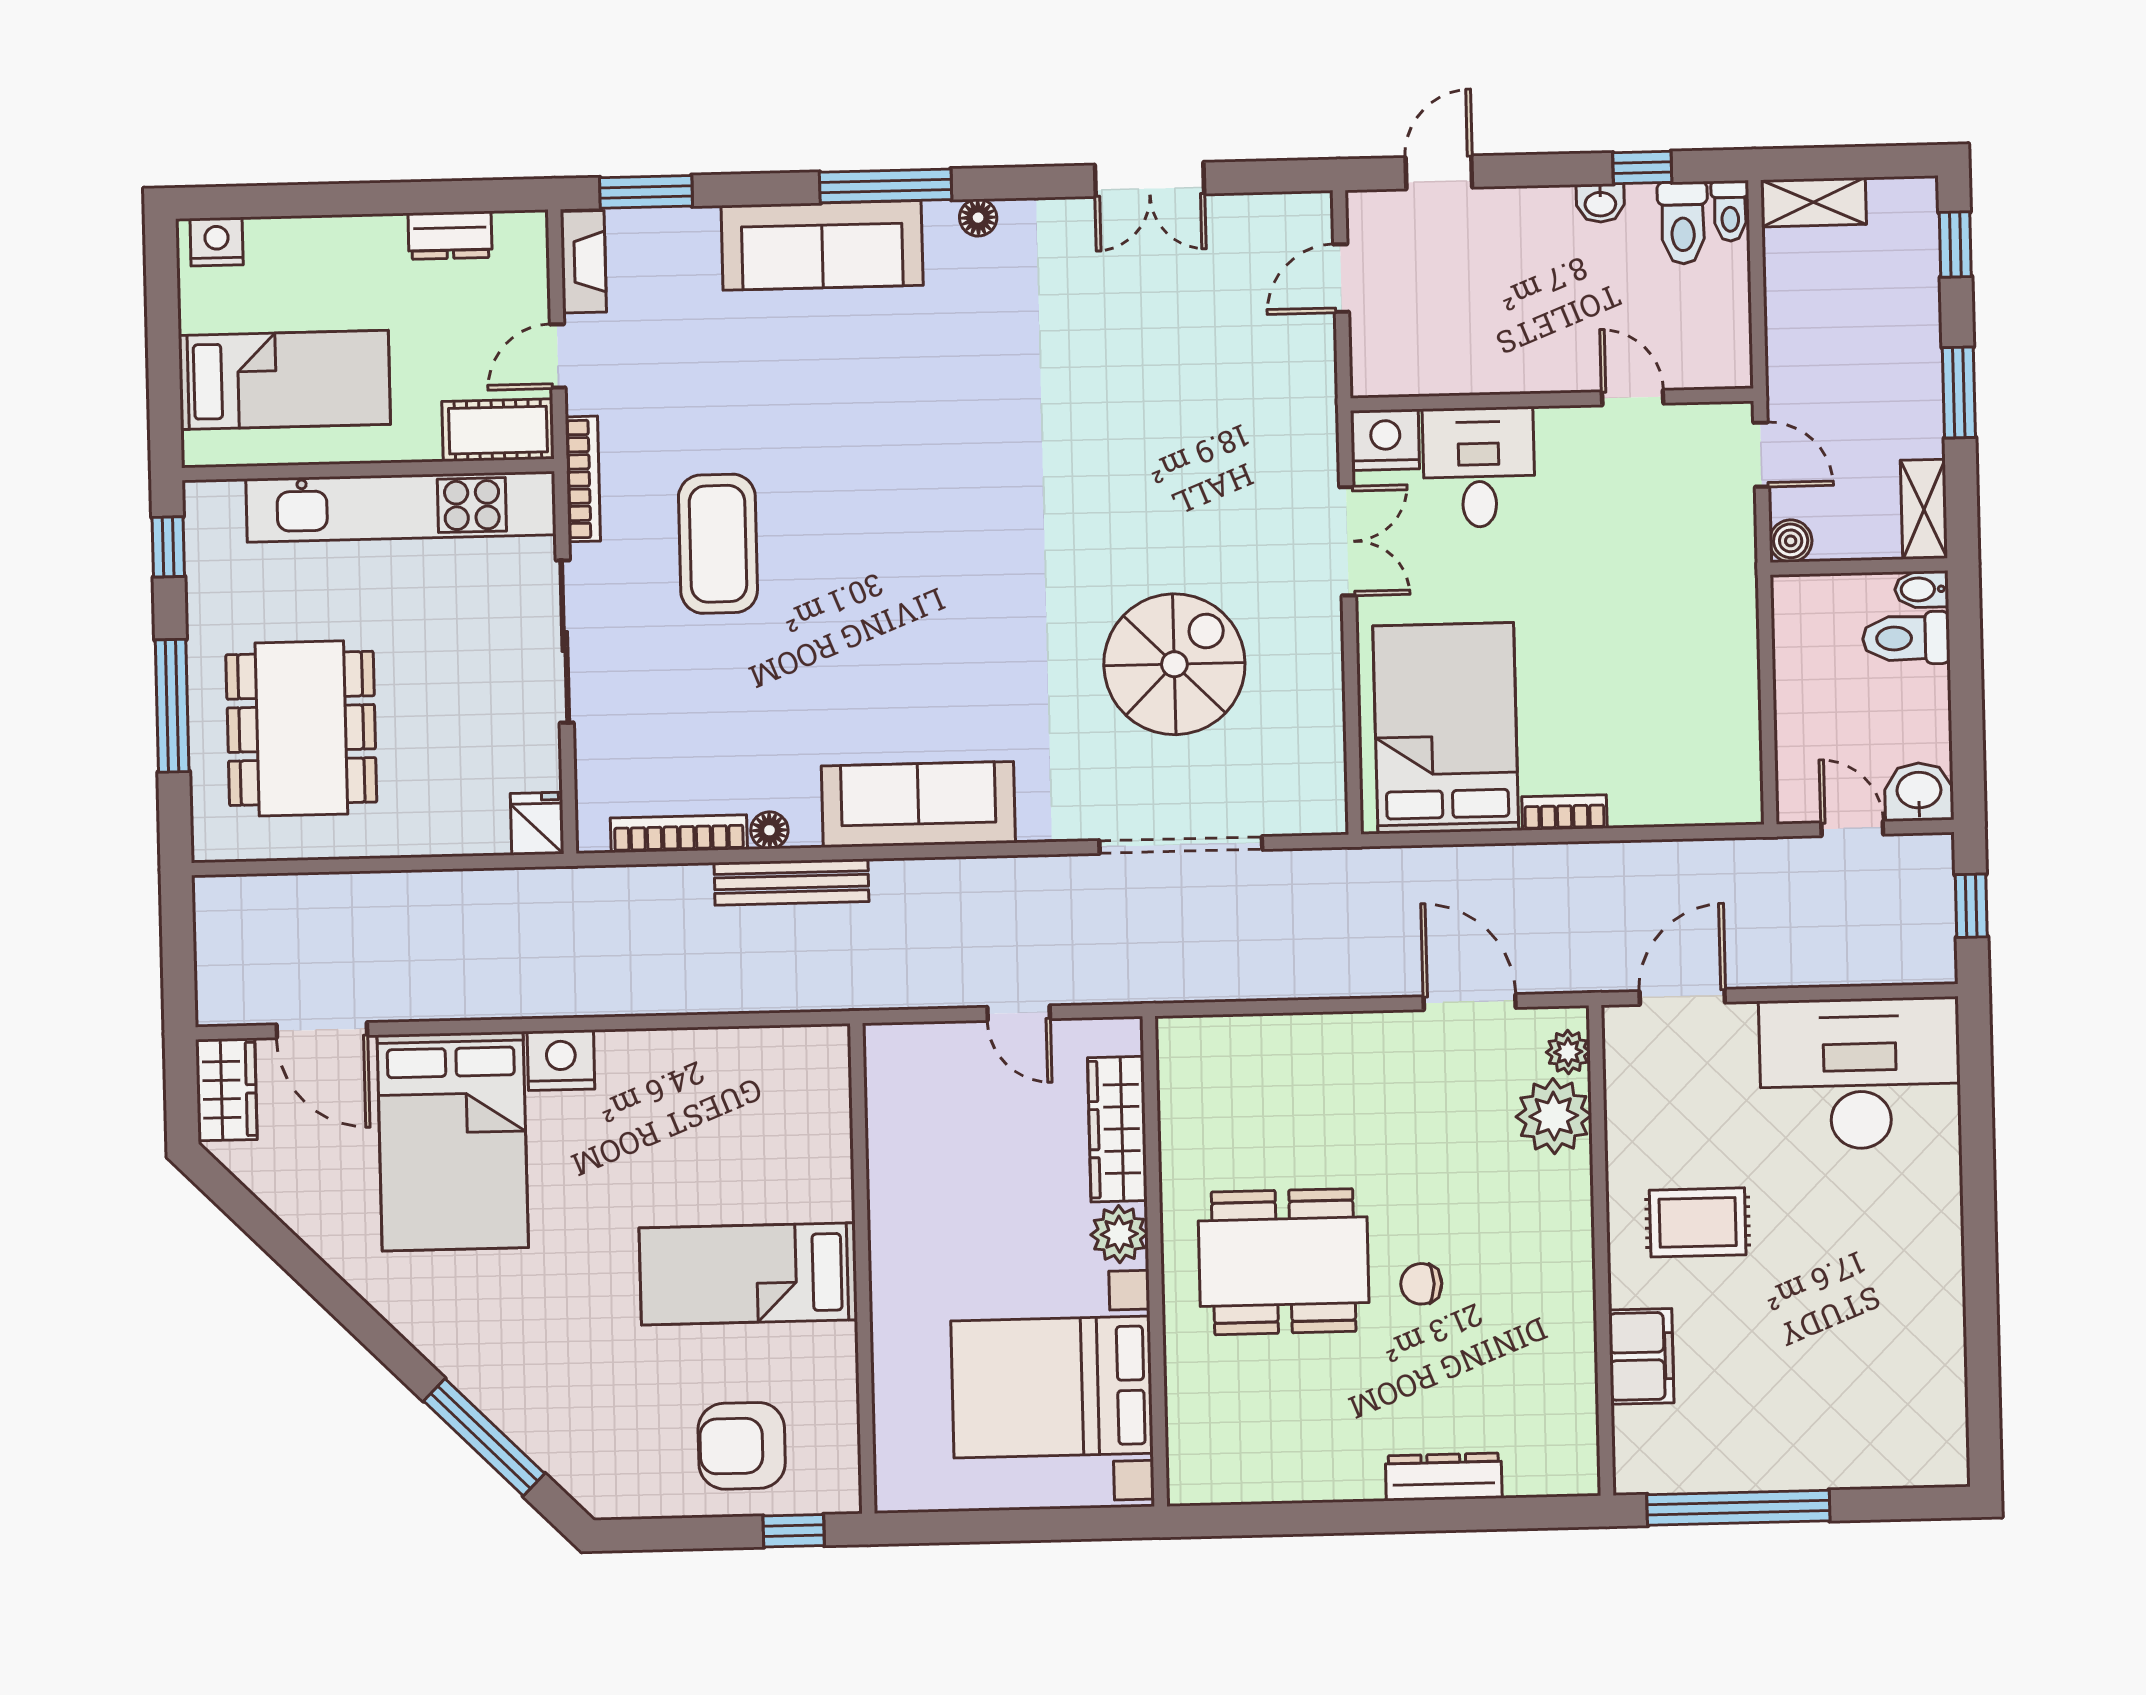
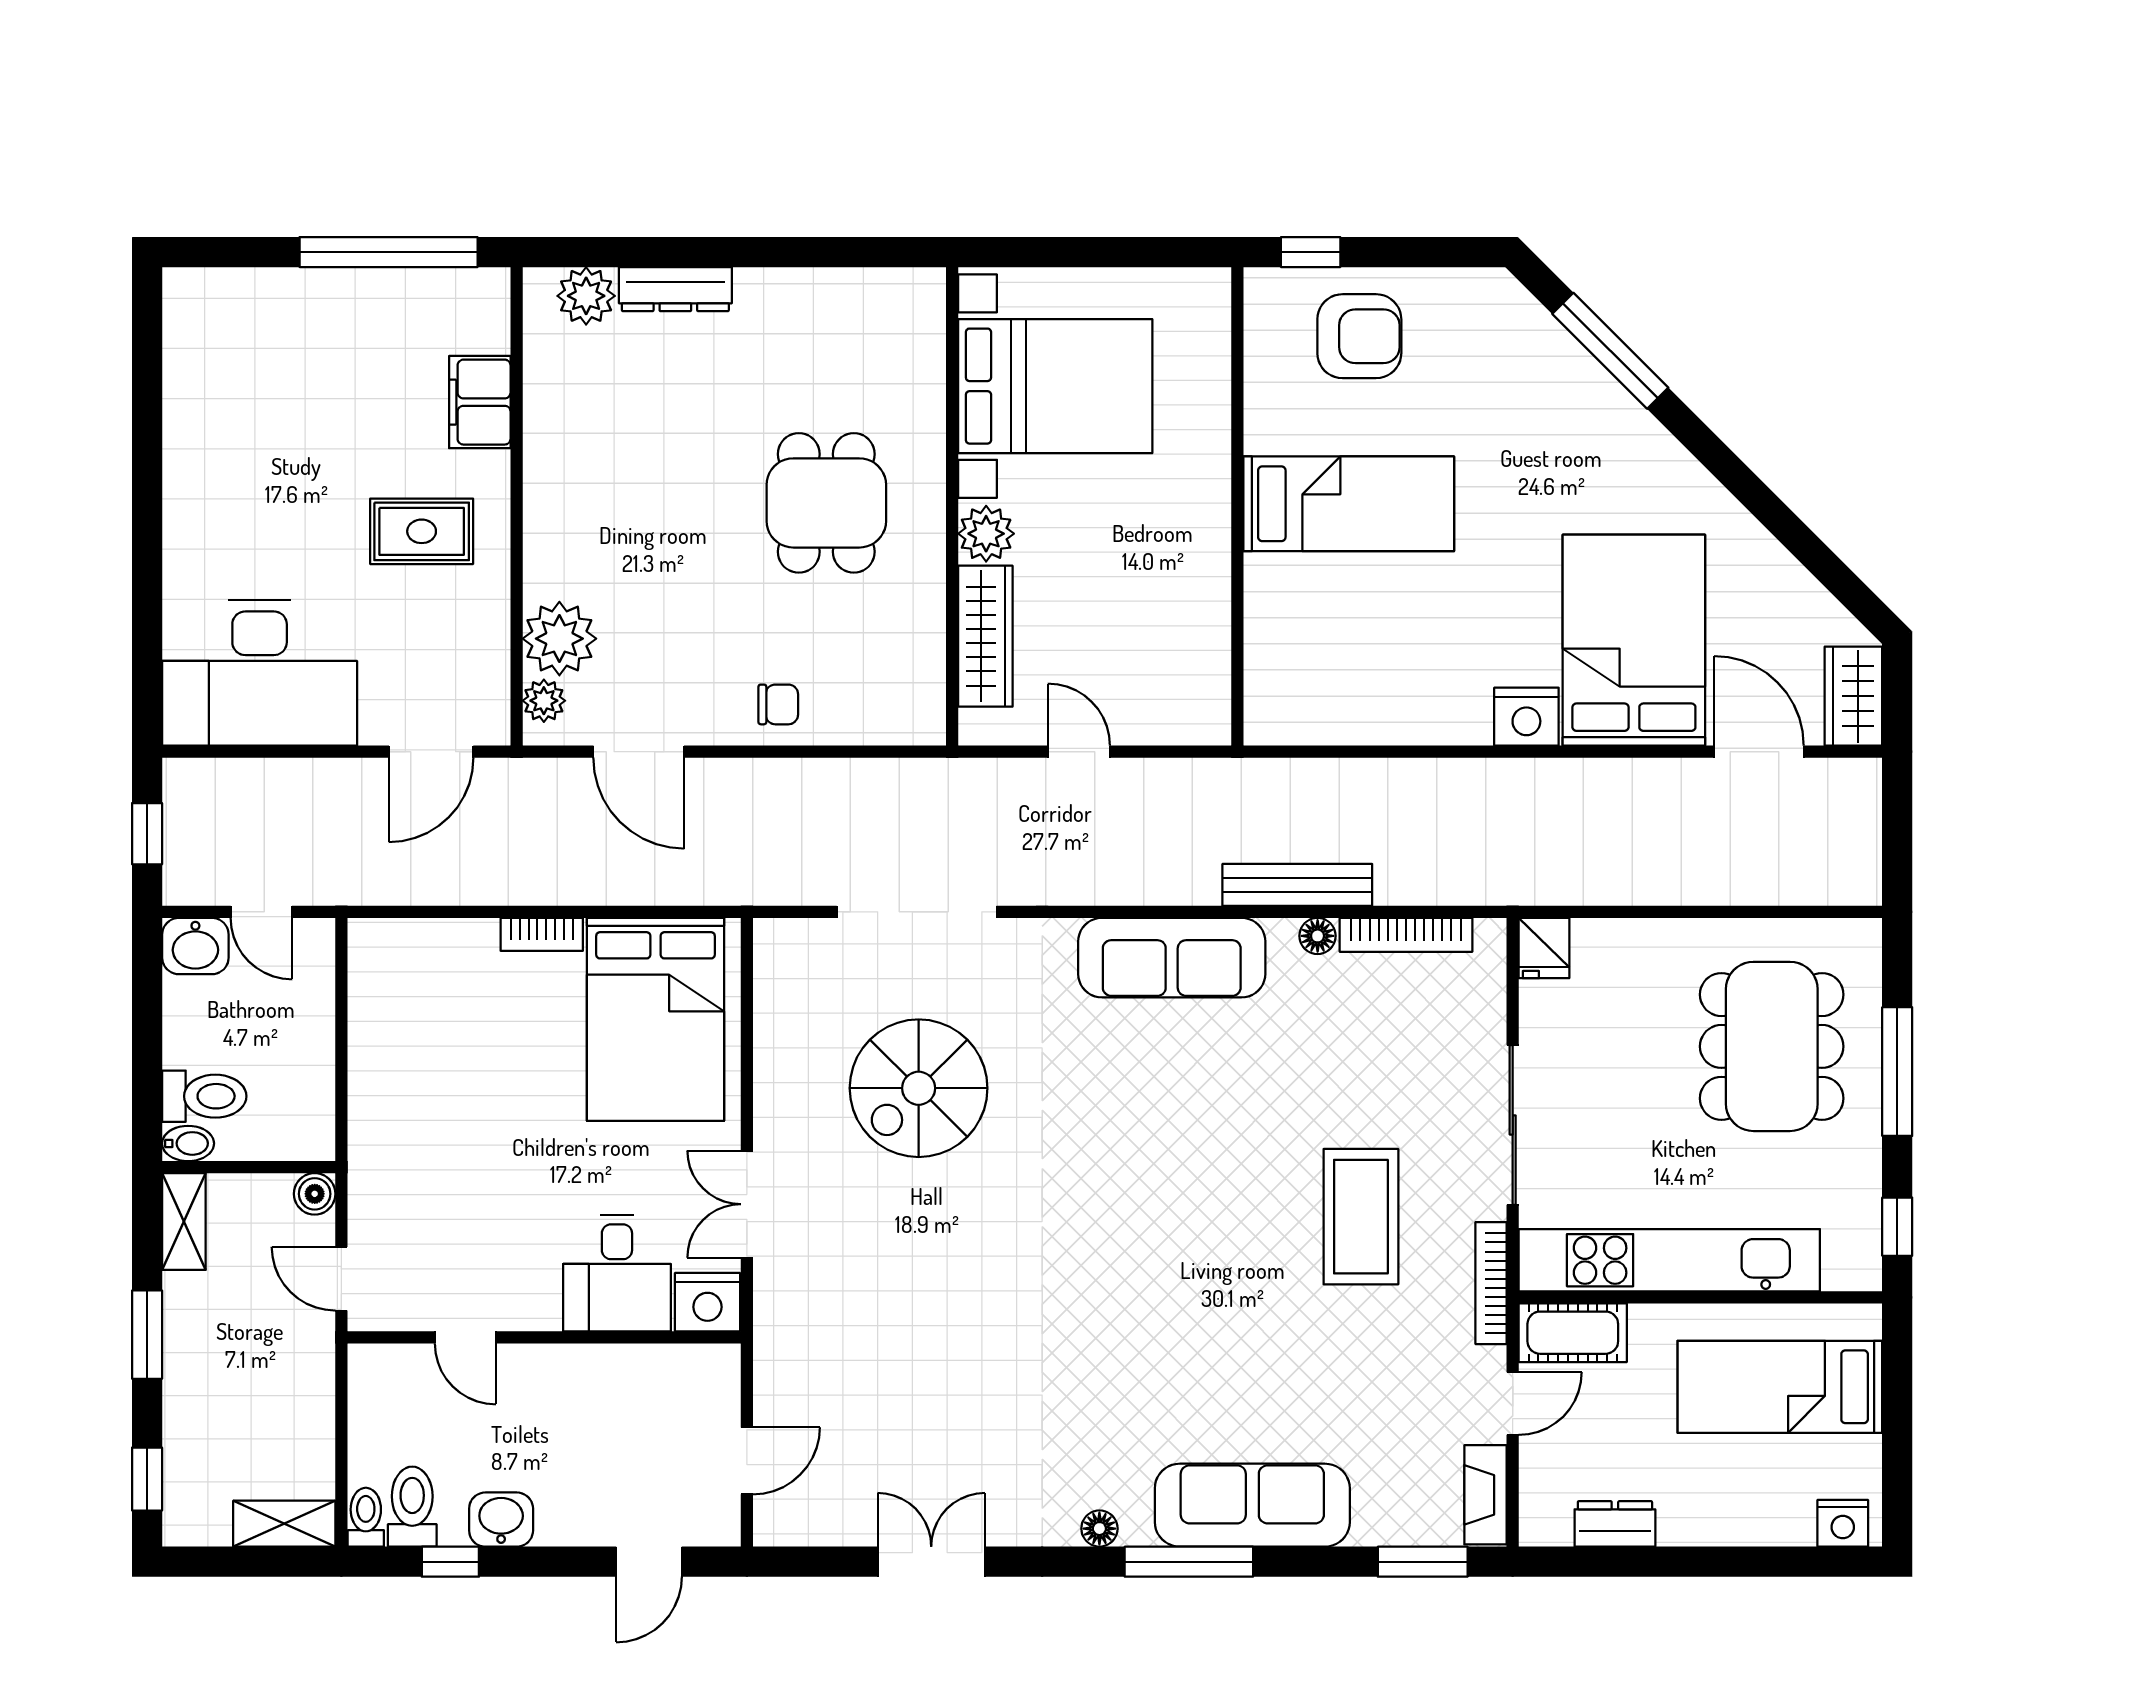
washbasin: (1600, 203) -> (501, 1520), width x1.38, depth x1.45
dining table: (1284, 1262) -> (826, 503), width x0.73
chair: (1421, 1284) -> (778, 704), moved
plant: (1535, 1468) -> (586, 296), added

